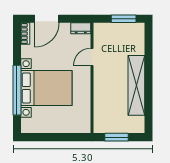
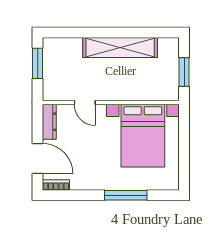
dresser: (81, 28) -> (49, 122), width x1.44
bed with nightstands: (46, 88) -> (143, 136), moved, turned 180
window: (17, 90) -> (126, 195), width x0.68

